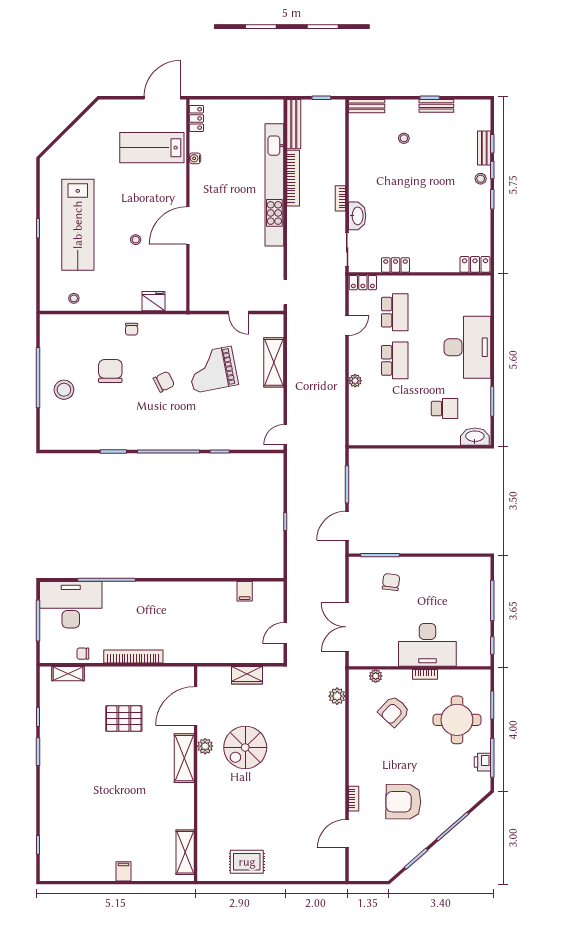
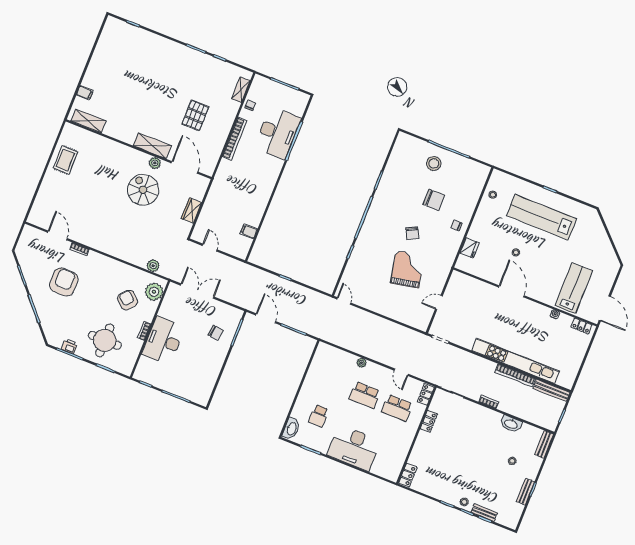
washbasin: (357, 216) -> (511, 424), moved
shelving: (274, 362) -> (396, 313), removed
desk: (71, 605) -> (278, 133), moved
plant: (376, 676) -> (154, 292), width x1.88, depth x1.88
filing cabinet: (124, 871) -> (85, 93), moved

